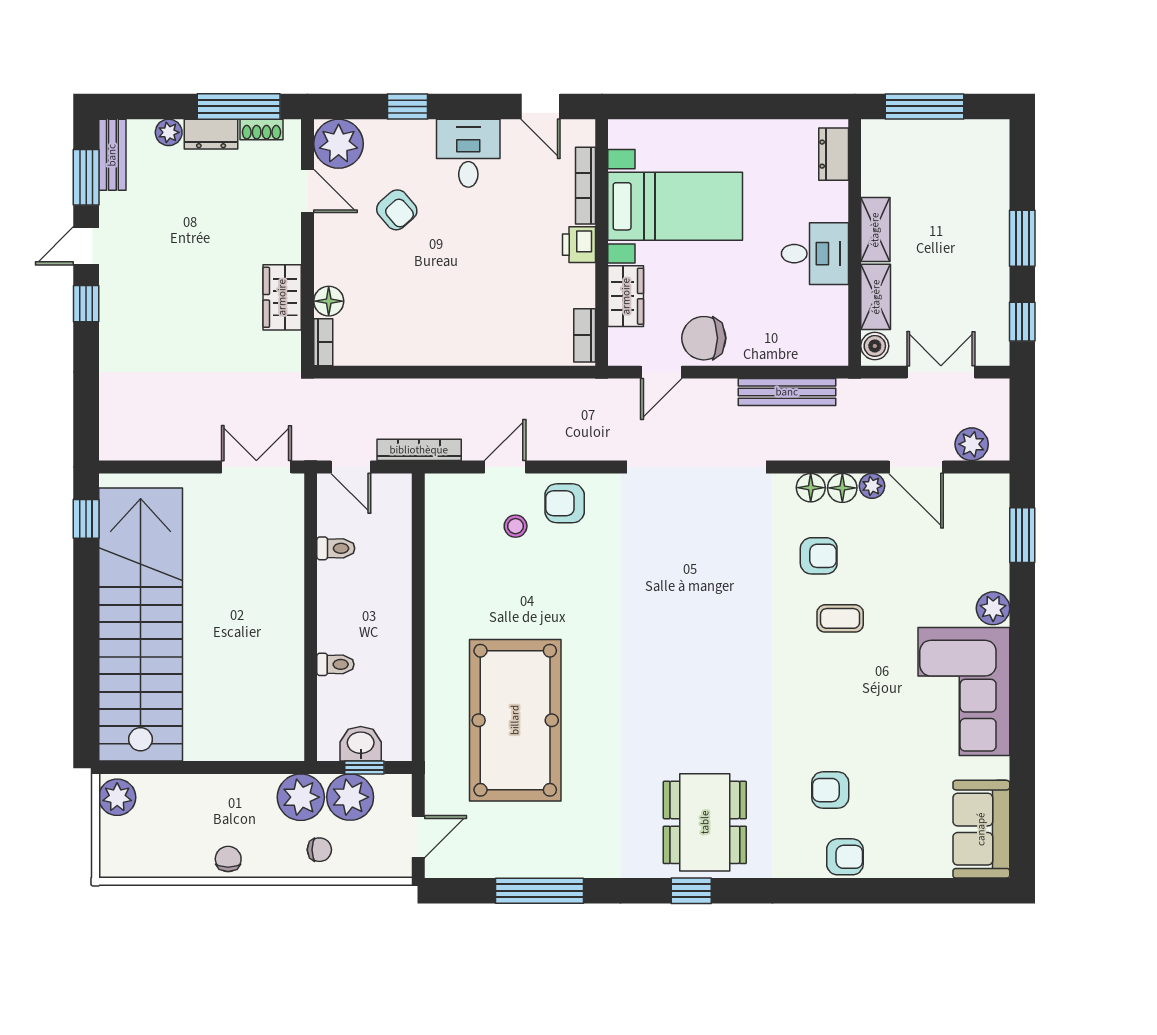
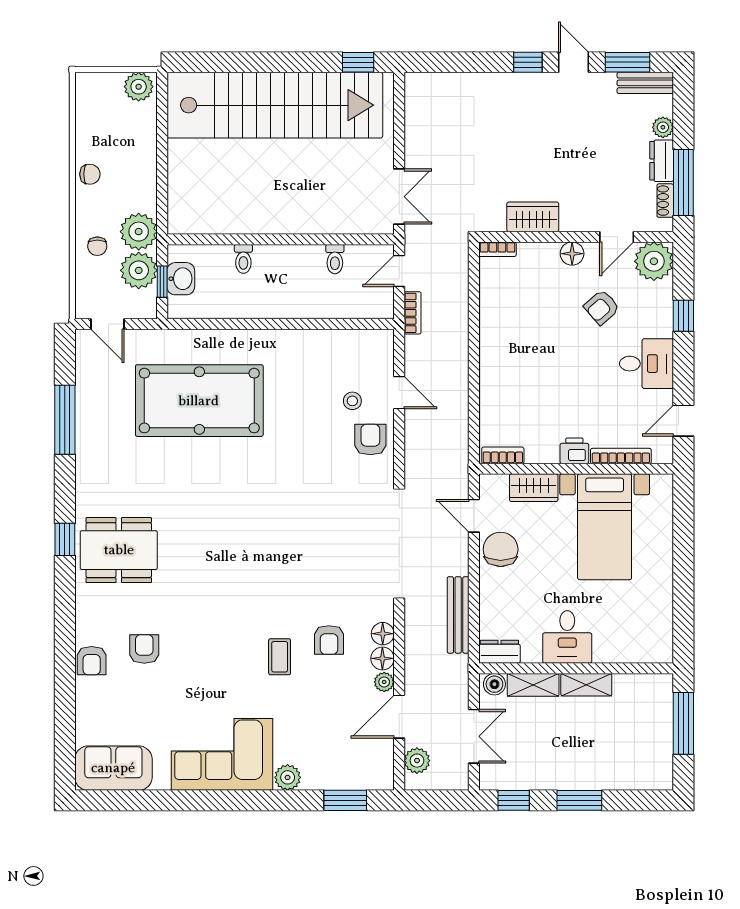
dresser: (834, 154) -> (499, 652), moved
floor lamp: (329, 301) -> (572, 254), moved
bookcase: (419, 450) -> (412, 313), width x0.64

